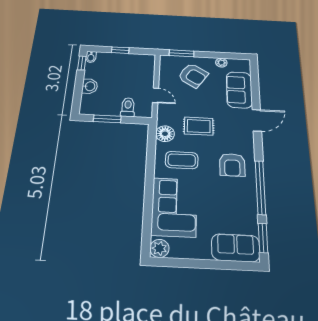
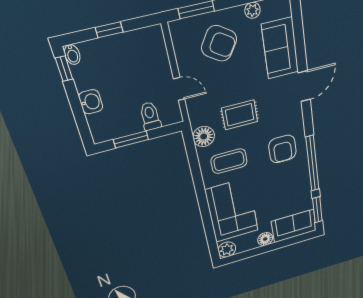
floor lamp: (202, 252) -> (265, 239), added

